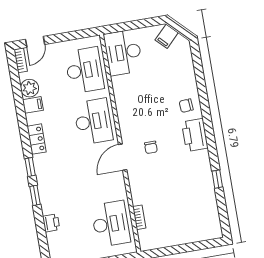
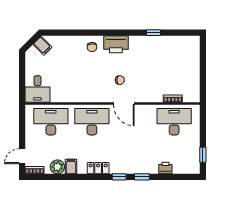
filing cabinet: (167, 36) -> (42, 46), moved
door: (35, 42) -> (22, 156), swing flipped
desk: (123, 52) -> (37, 89), width x0.73

